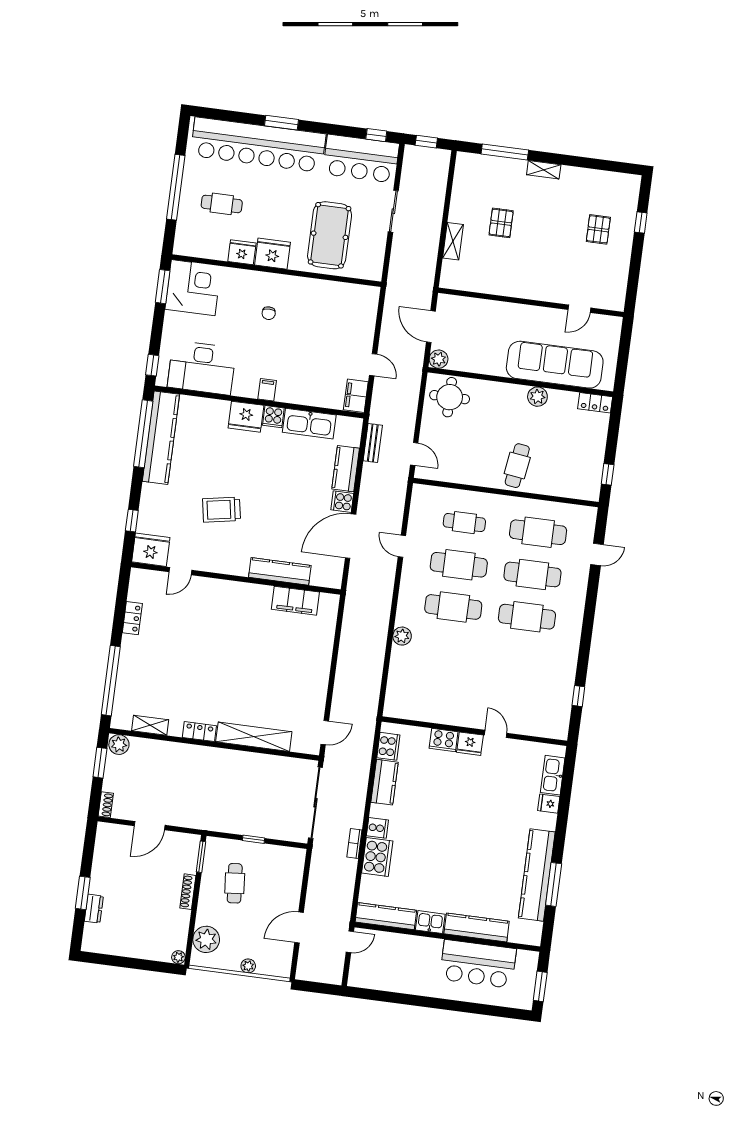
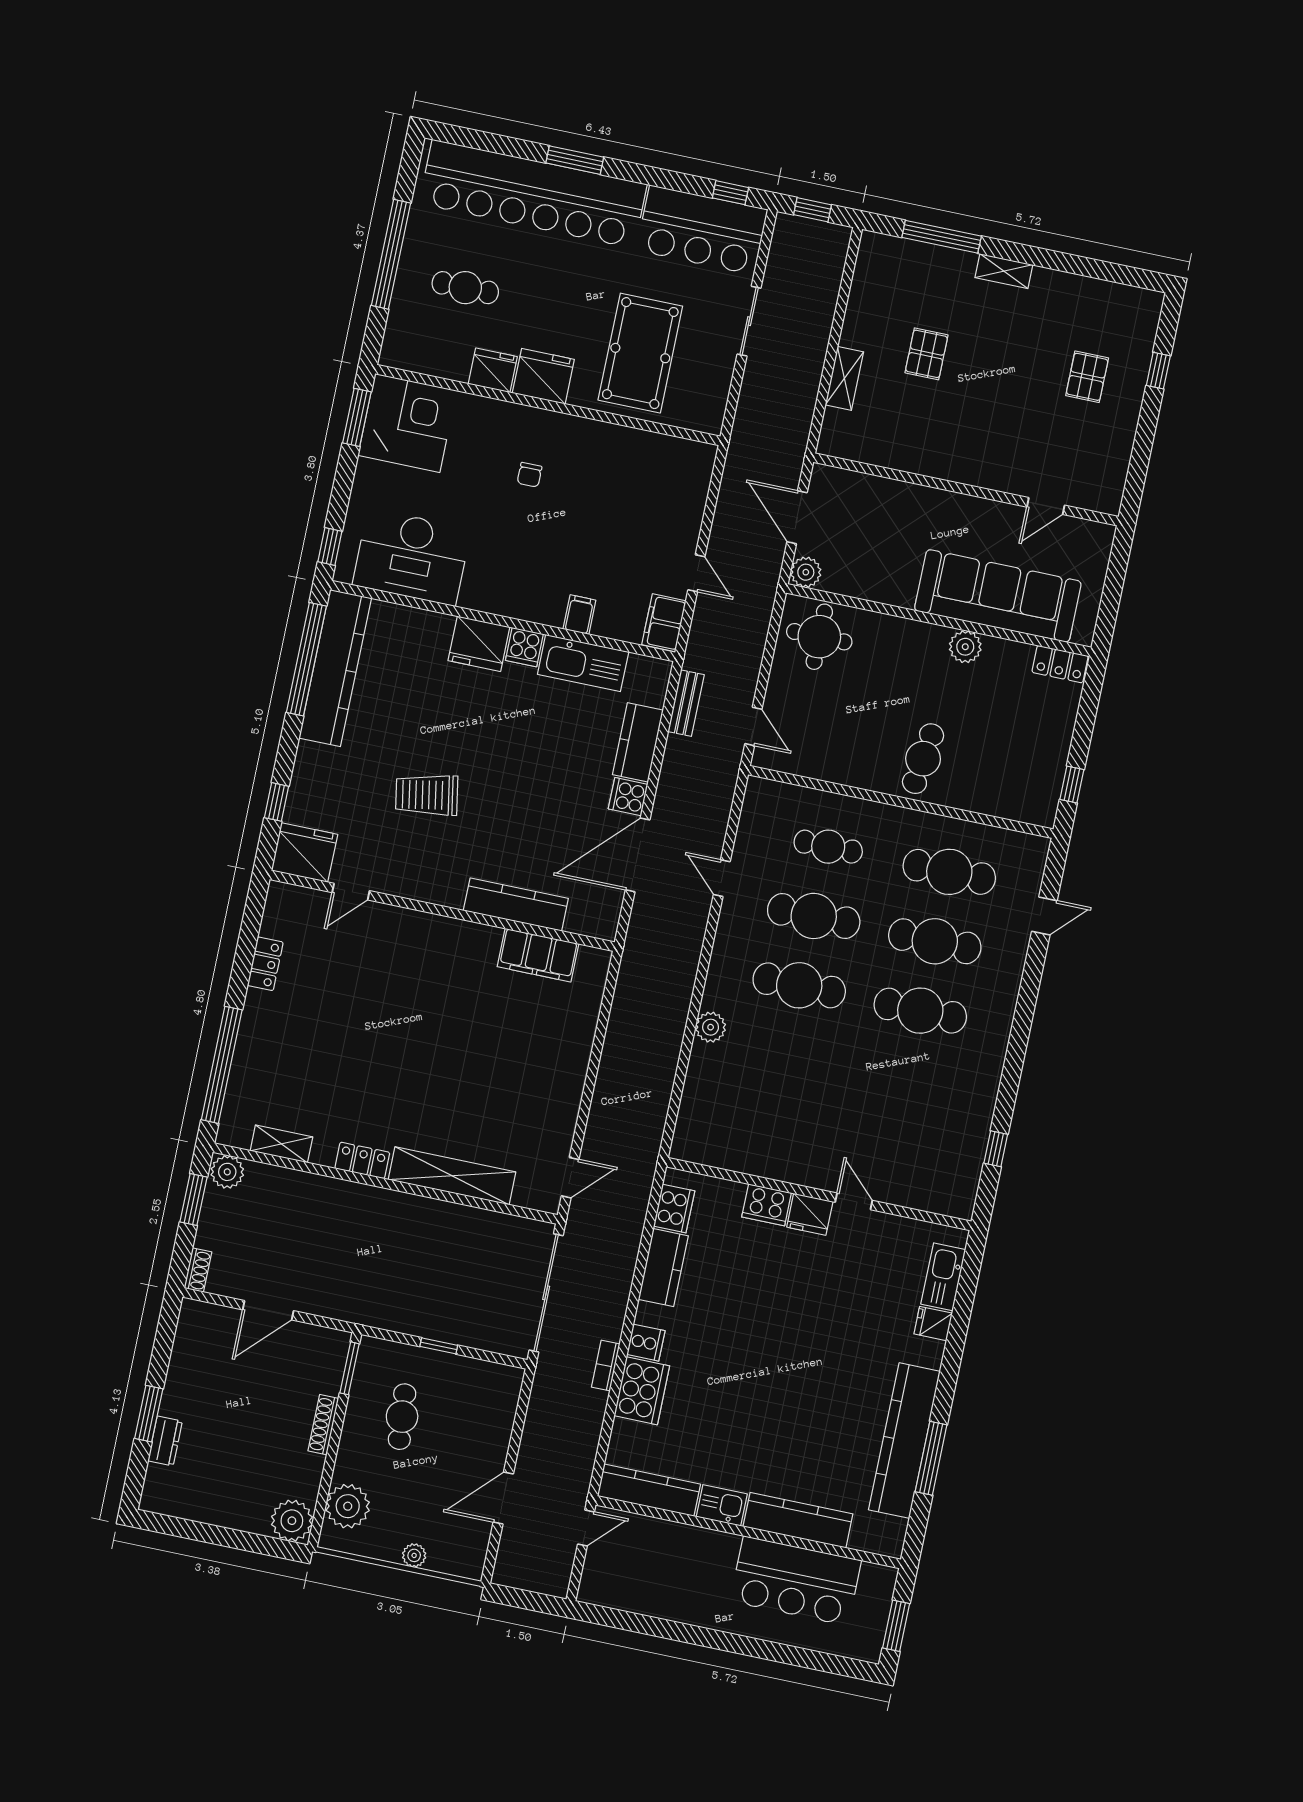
filing cabinet: (267, 390) -> (579, 615), moved
plant: (178, 957) -> (292, 1521), width x1.87, depth x1.87

